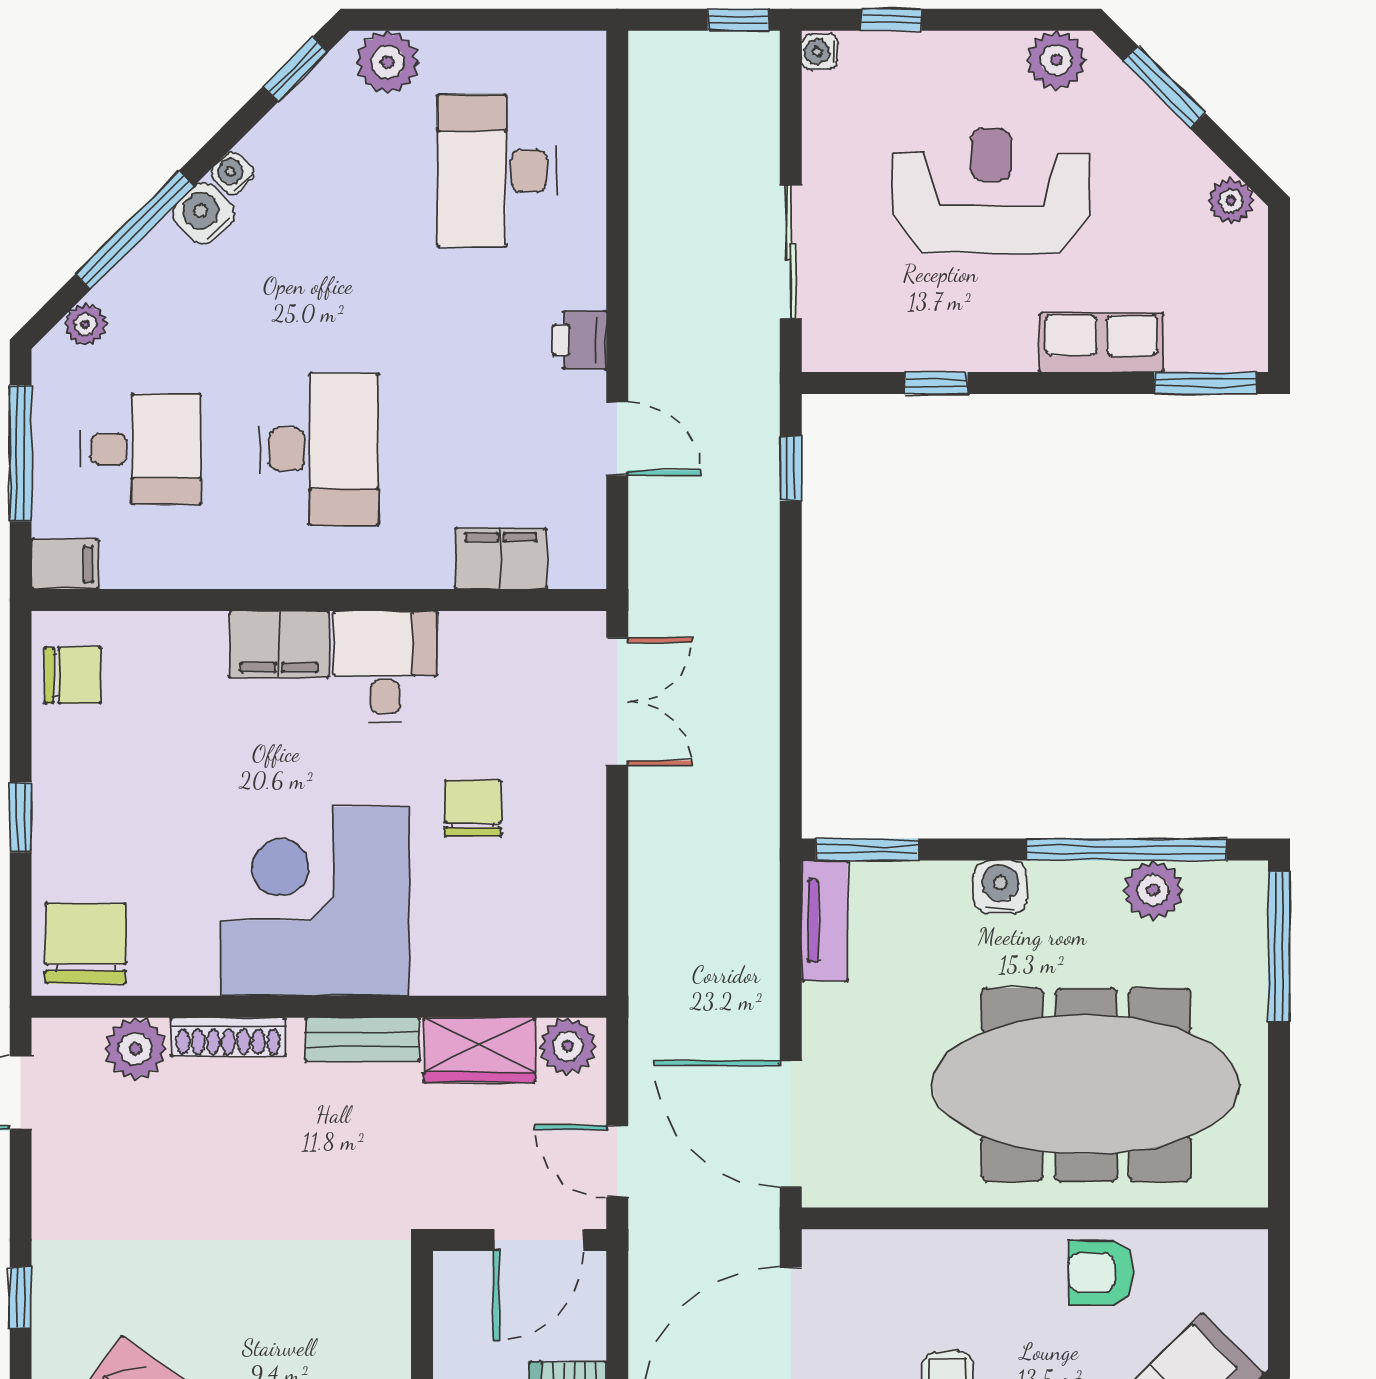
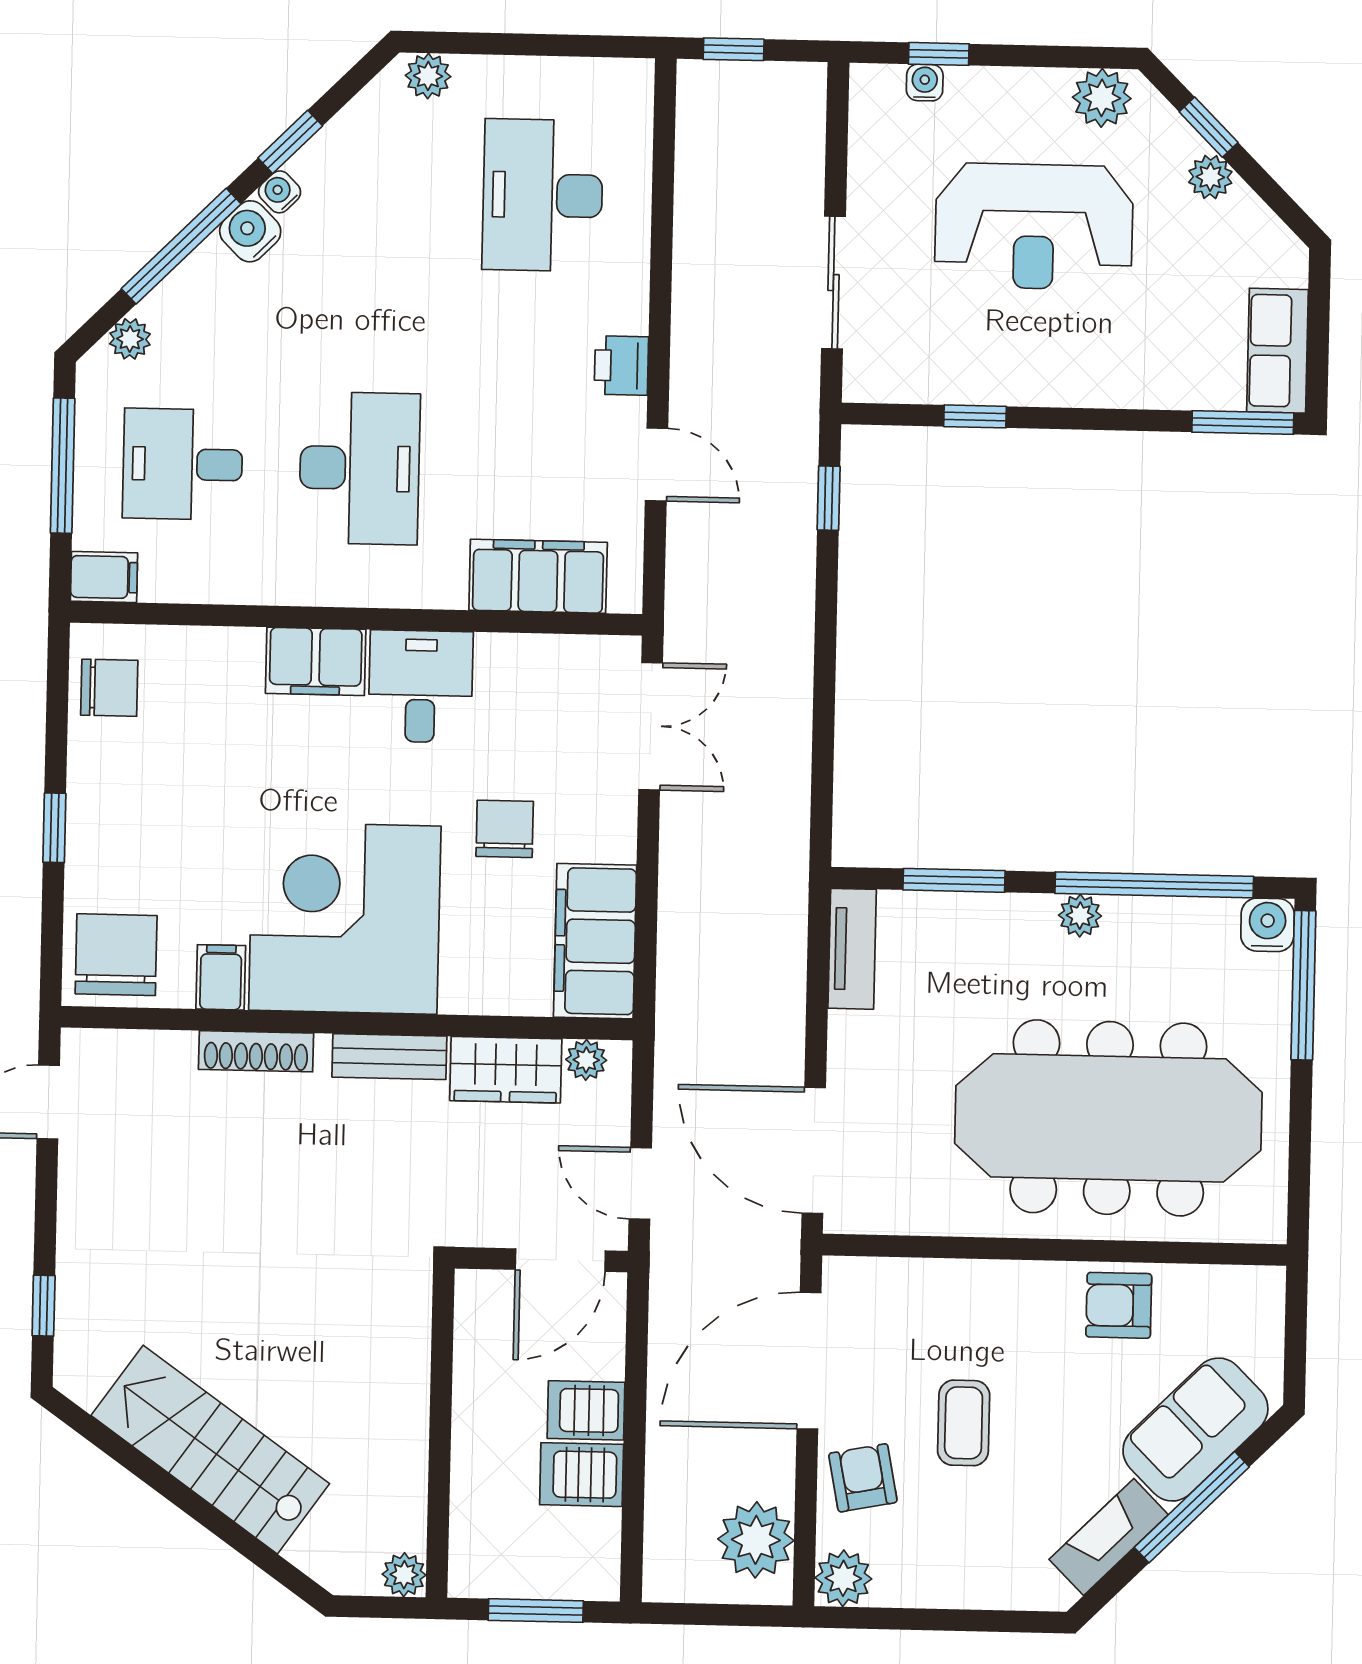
window: (738, 20) -> (734, 49), moved
water cooler: (820, 52) -> (925, 83), moved, turned 90
plant: (388, 62) -> (428, 76), width x0.73, depth x0.73
window: (295, 69) -> (290, 142), moved
window: (1164, 87) -> (1209, 127), width x0.67
reception desk: (991, 191) -> (1034, 226), turned 180
plant: (1231, 201) -> (1210, 177), moved
row of seats: (1102, 343) -> (1277, 351), moved, turned -90
desk: (141, 449) -> (183, 464), turned 180
filing cabinet: (501, 559) -> (538, 576), width x1.50, depth x1.17
window: (867, 850) -> (954, 880), moved
water cooler: (1000, 887) -> (1268, 925), moved
plant: (1153, 890) -> (1080, 916), moved, width x0.73, depth x0.73
filing cabinet: (566, 919) -> (595, 941), added
filing cabinet: (191, 964) -> (221, 977), added
plant: (568, 1046) -> (586, 1060), width x0.73, depth x0.73
plant: (135, 1049) -> (163, 1061), removed

